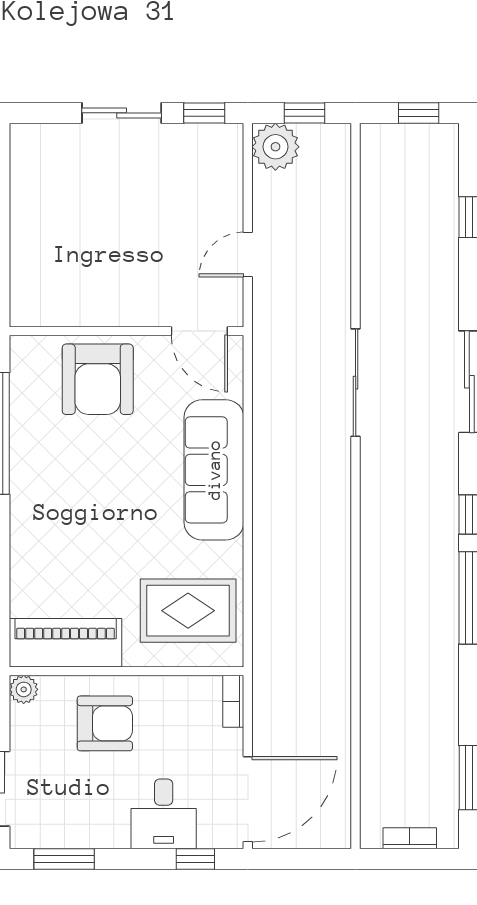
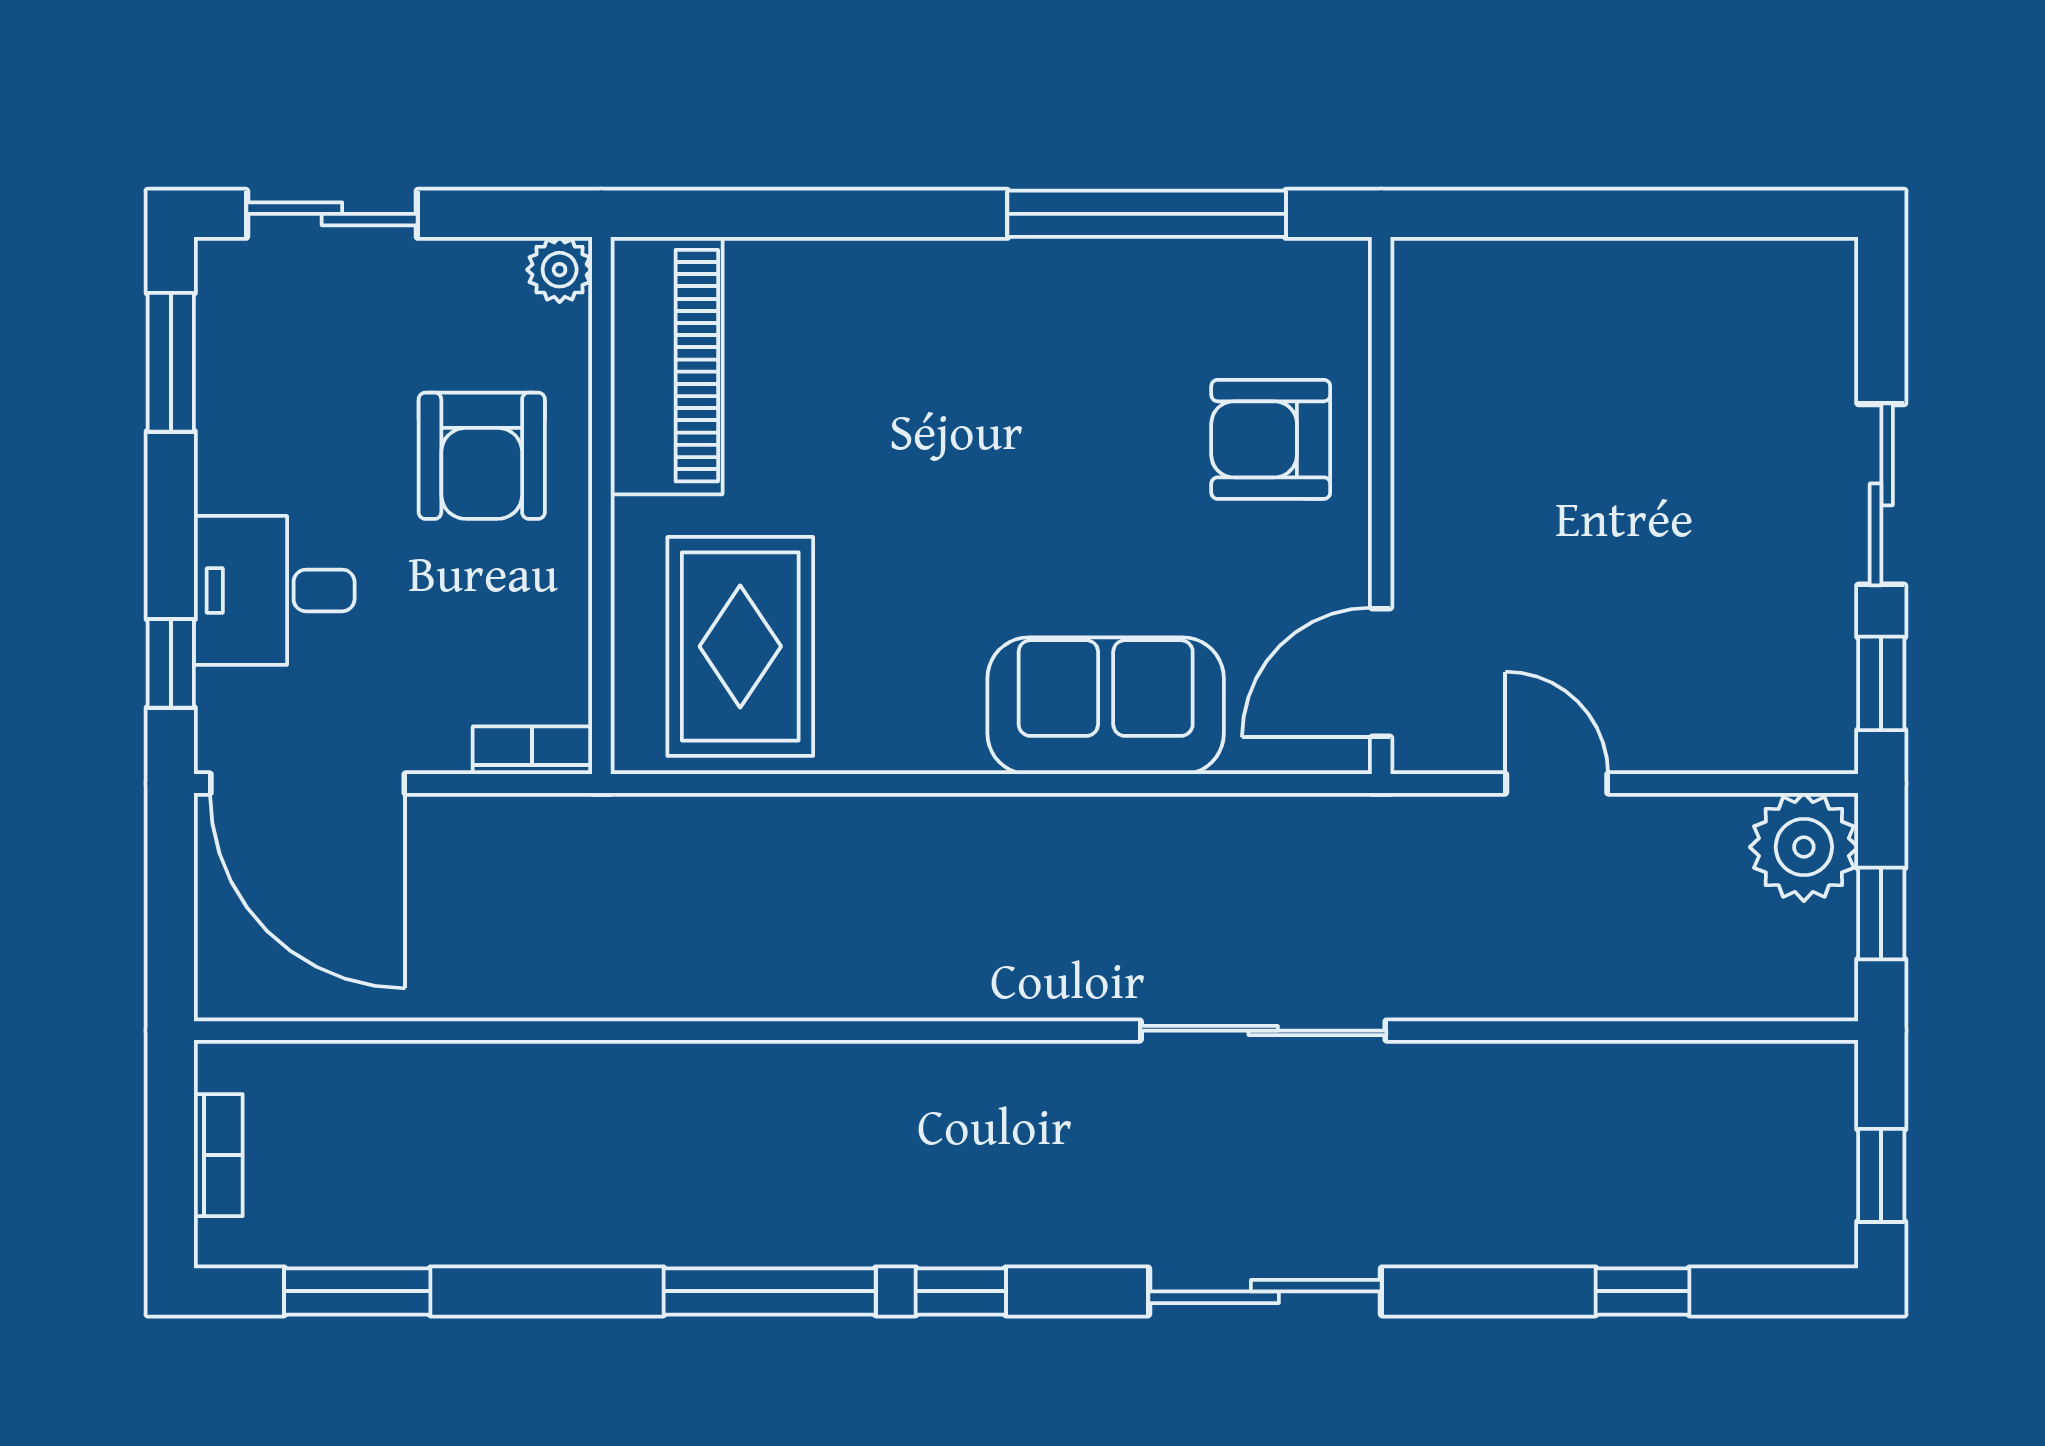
armchair: (98, 379) -> (1271, 439), width x0.73, depth x0.73
sofa: (214, 470) -> (1106, 706), width x0.73

